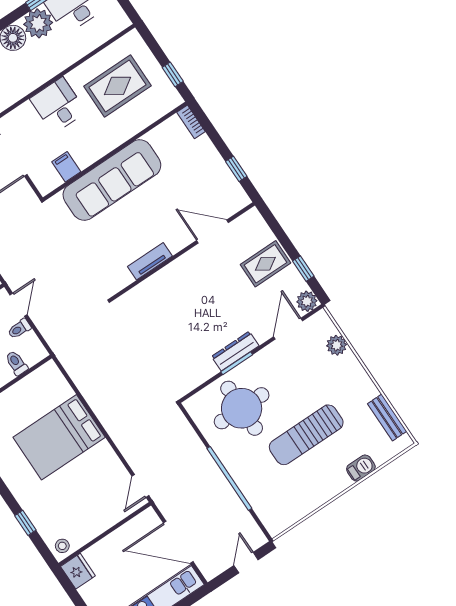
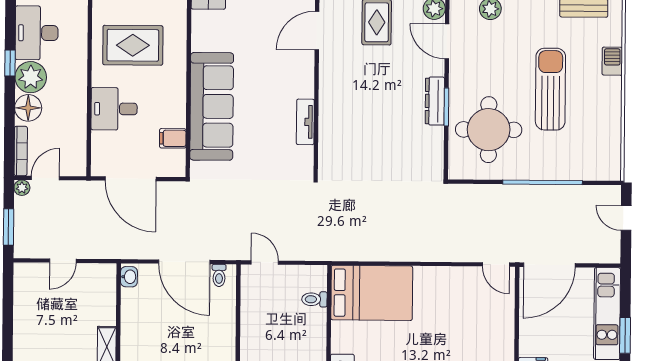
rug: (117, 86) -> (133, 45), turned 90
door: (212, 231) -> (317, 31), moved
toilet: (19, 329) -> (286, 276), removed
sun lounger: (306, 435) -> (550, 89), turned 180
bed: (59, 437) -> (372, 293), moved, turned -90
door: (178, 542) -> (549, 265), moved

